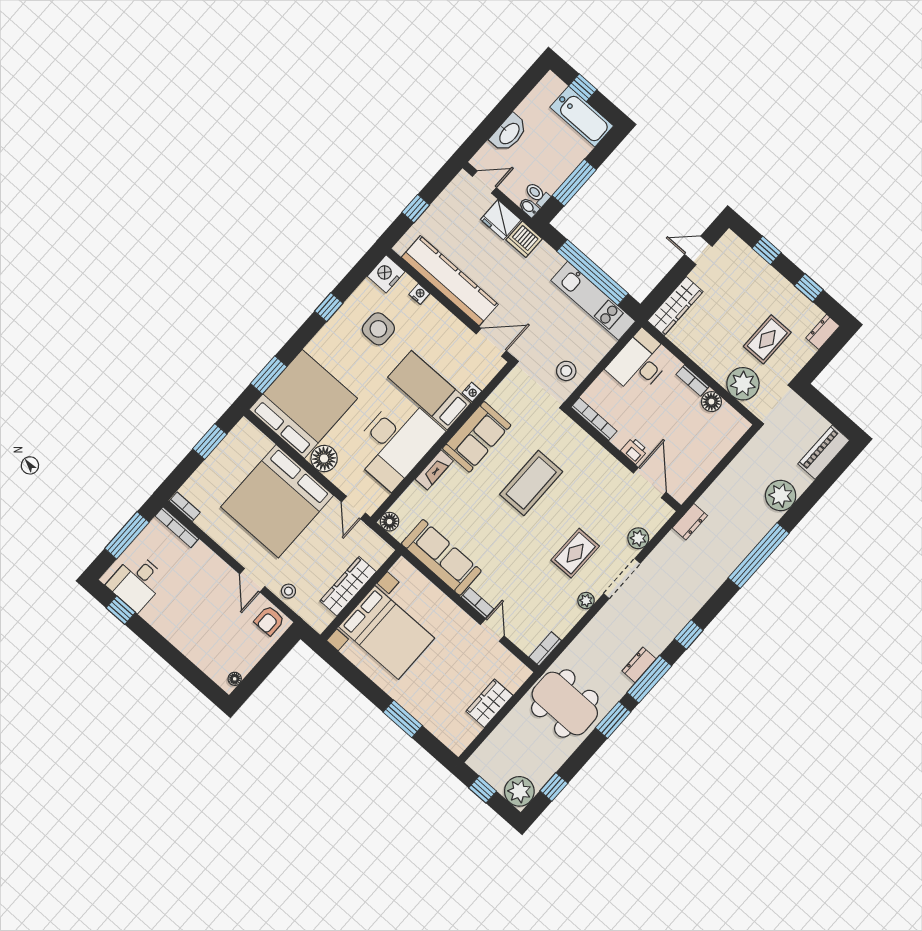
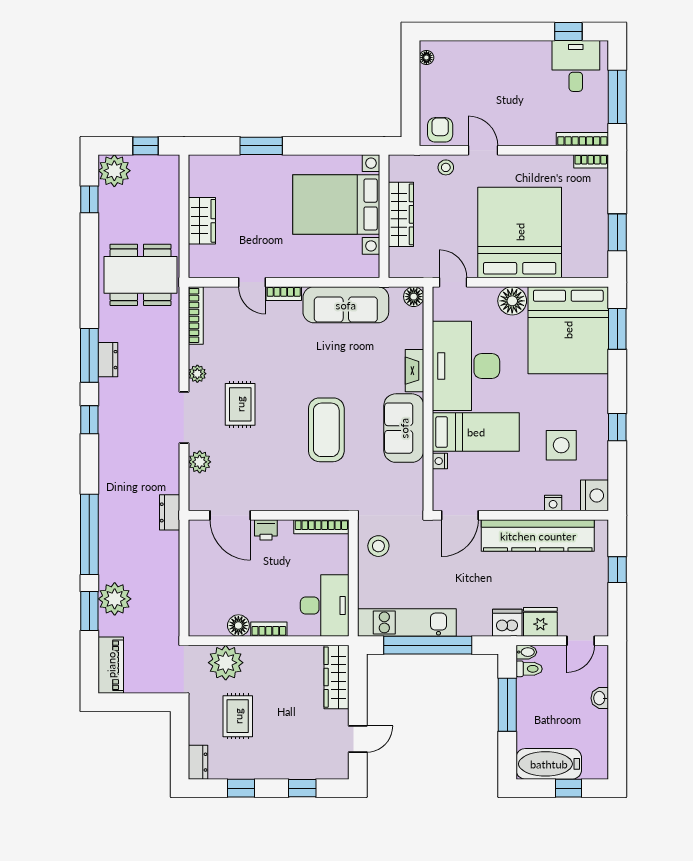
washbasin: (509, 133) -> (600, 698), width x0.52, depth x0.69
bookcase: (545, 649) -> (196, 315), width x1.56
window: (613, 720) -> (89, 611), moved

